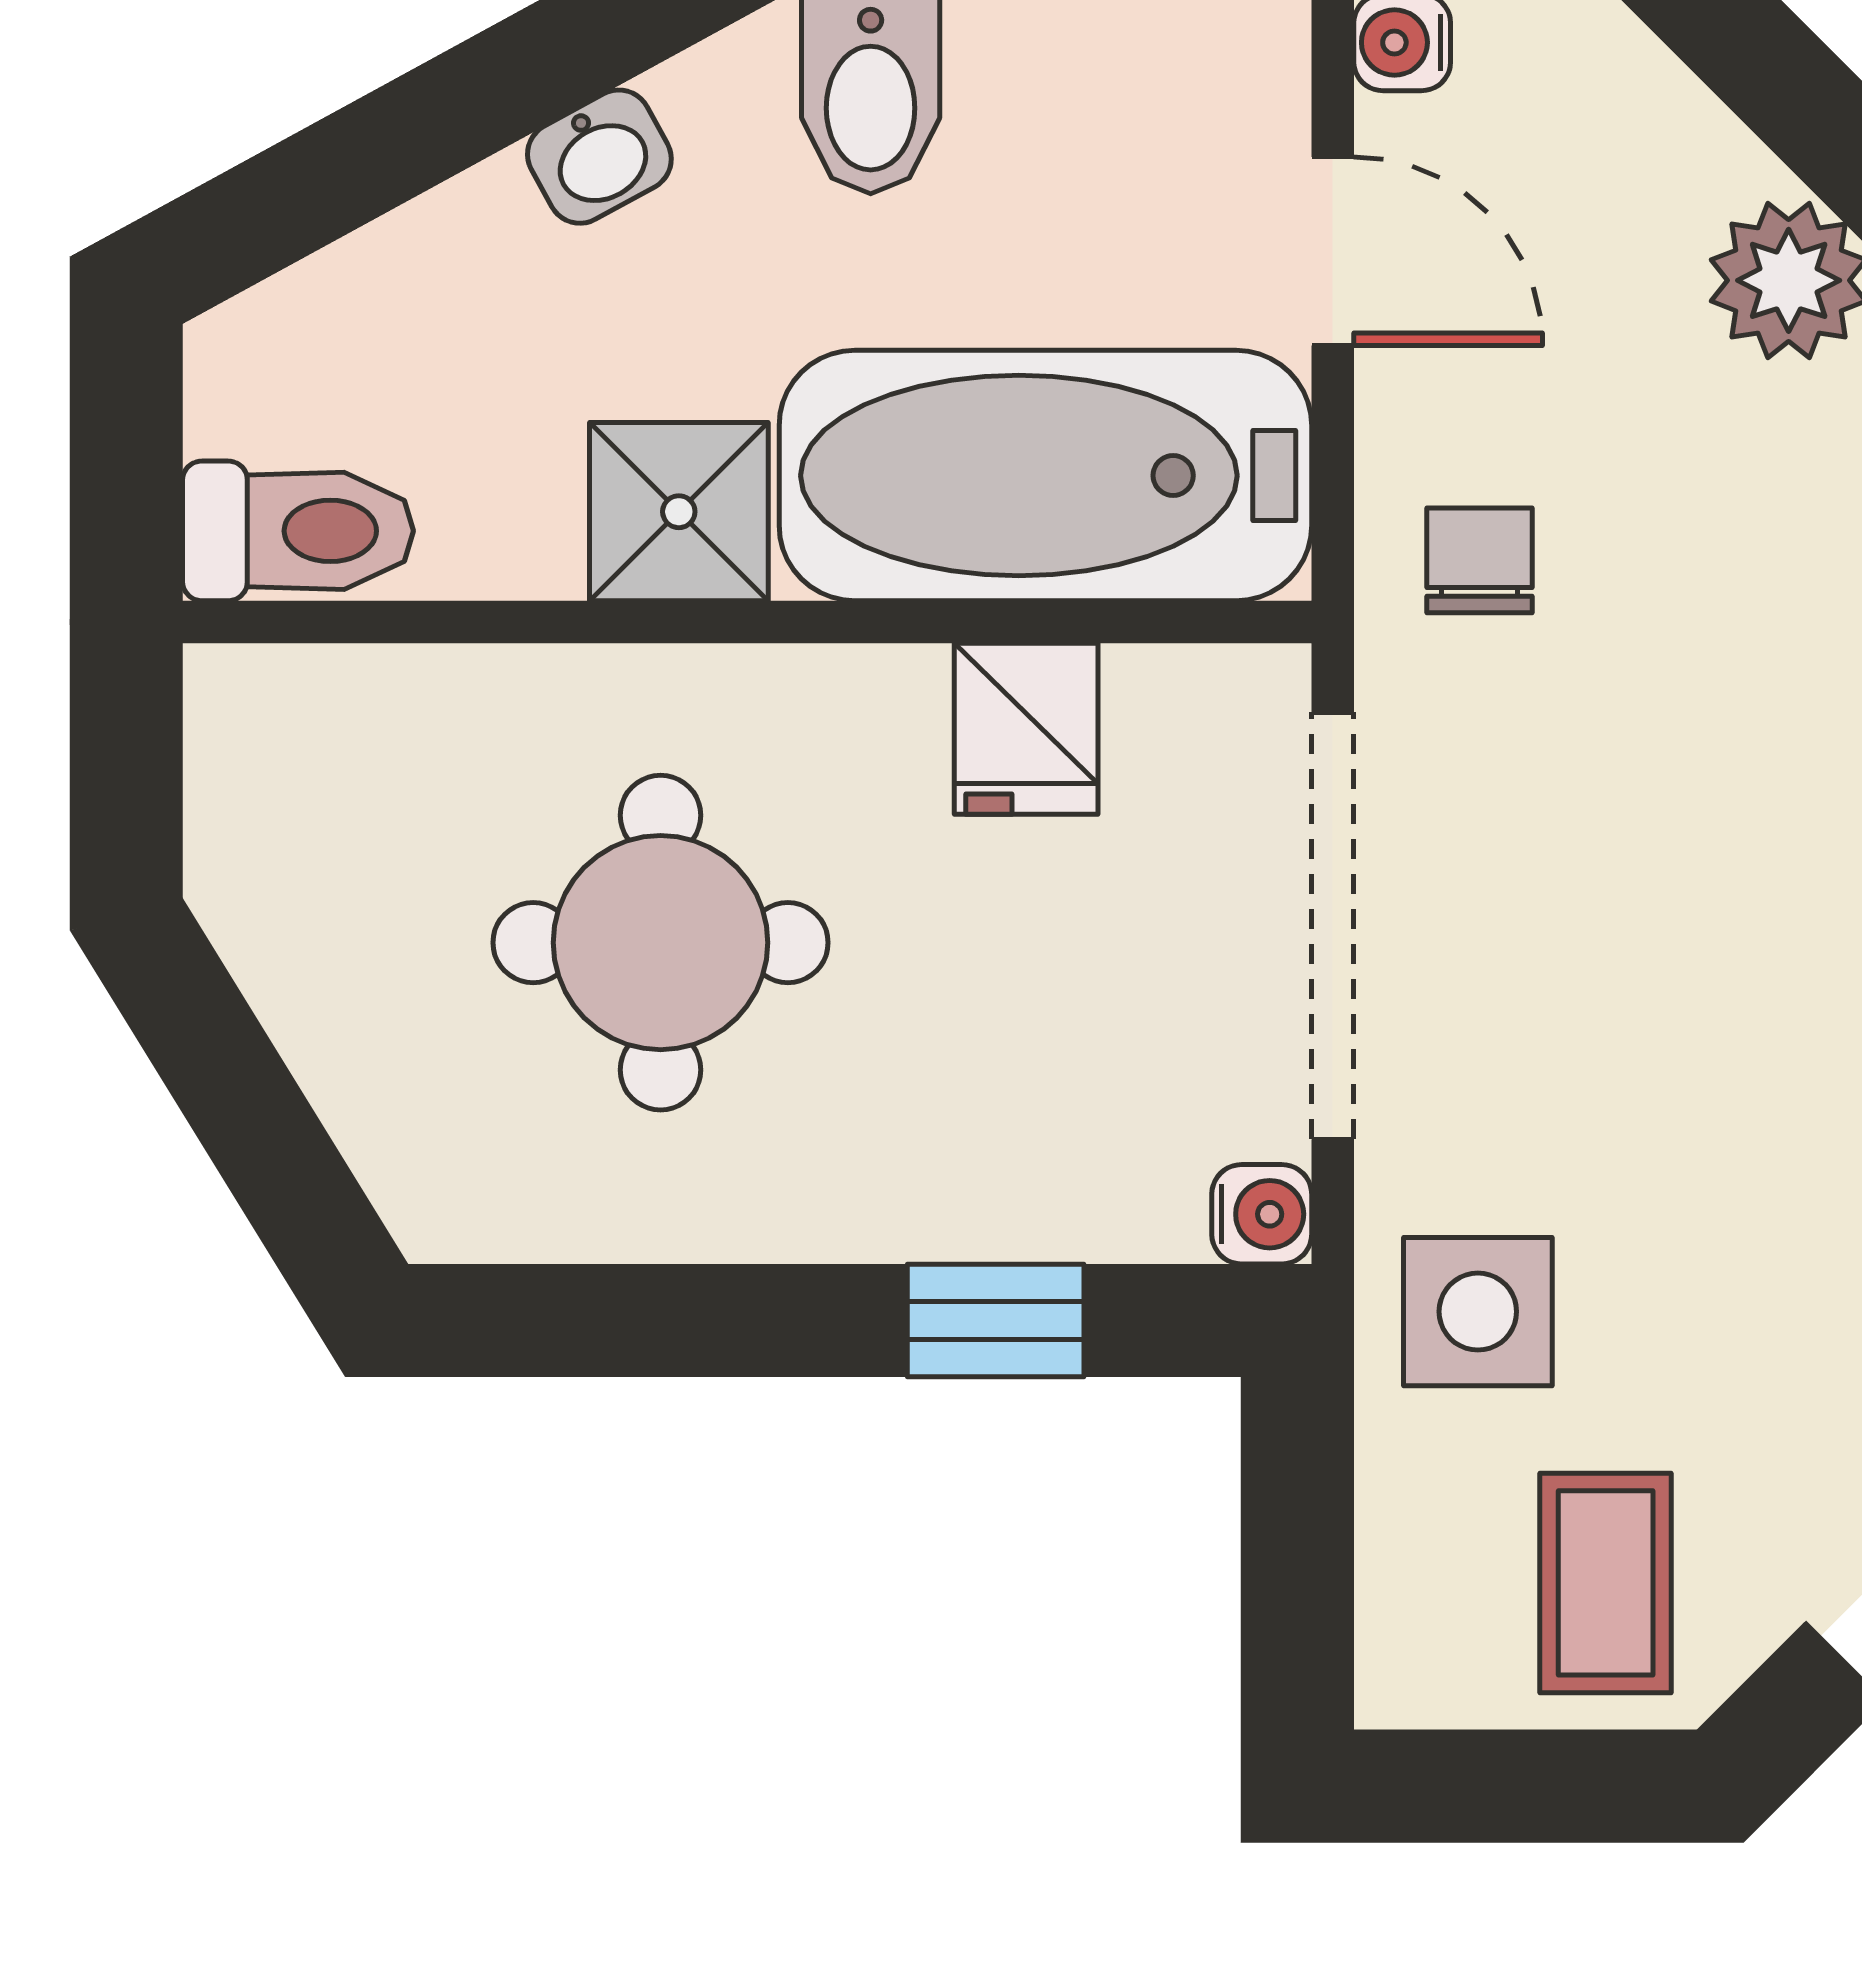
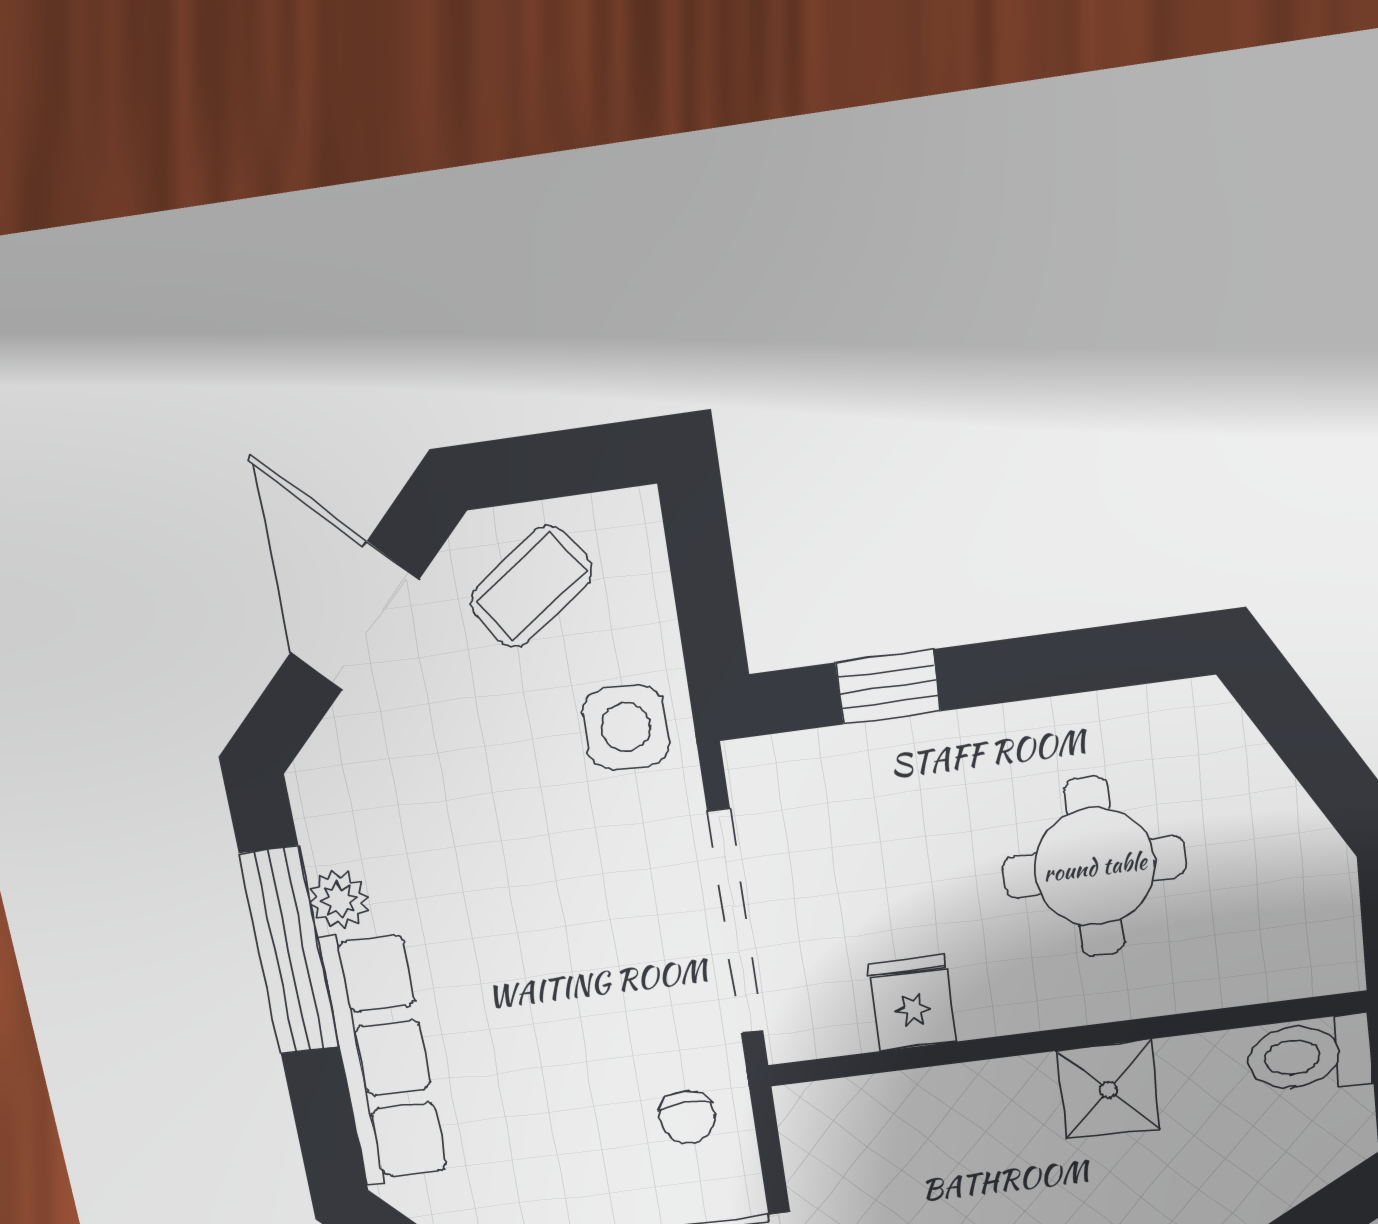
bathtub: (1045, 476) -> (919, 1131), removed
water cooler: (1262, 1214) -> (751, 764), removed
coffee table: (1606, 1583) -> (531, 587), turned 55

